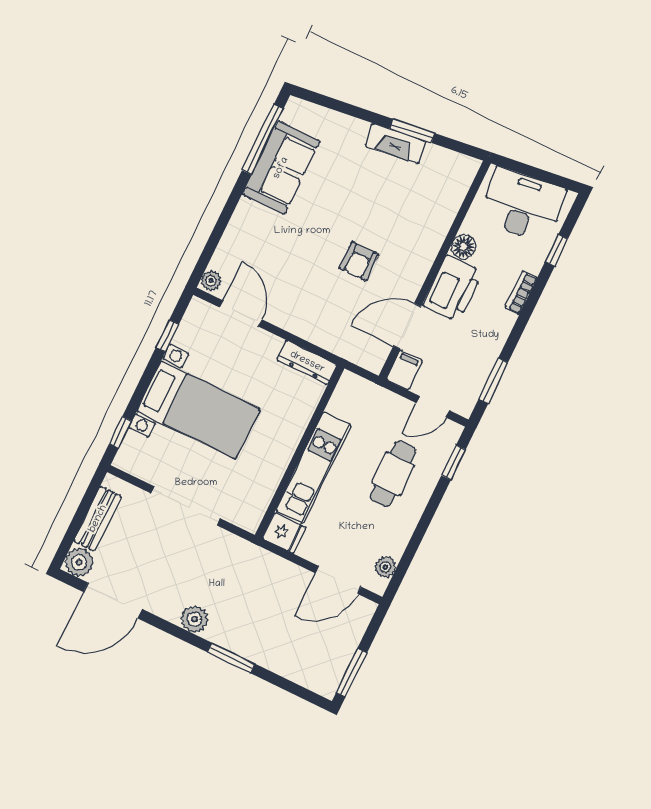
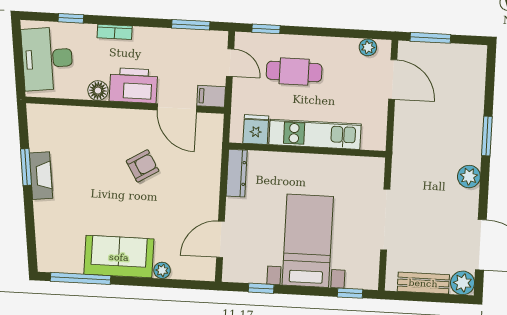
sofa: (281, 168) -> (119, 257), moved
armchair: (359, 261) -> (143, 166), turned -31
plant: (211, 281) -> (162, 270), moved
fridge: (284, 533) -> (256, 130), moved
window: (351, 673) -> (430, 38), moved

